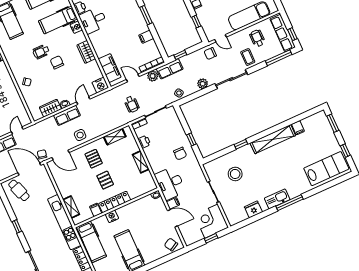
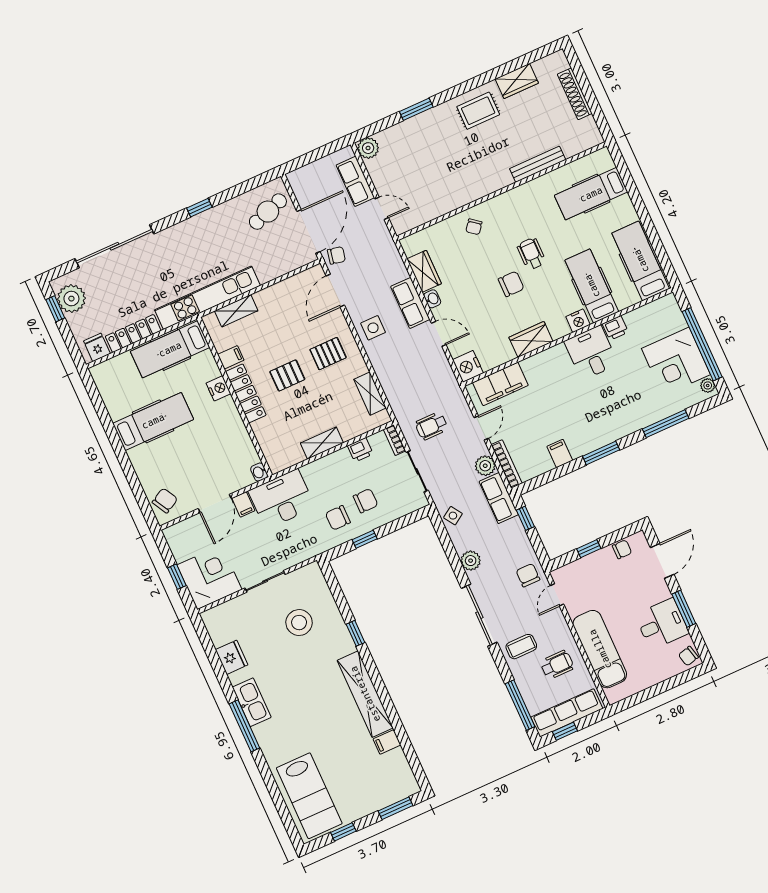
chair: (171, 139) -> (366, 501), added

